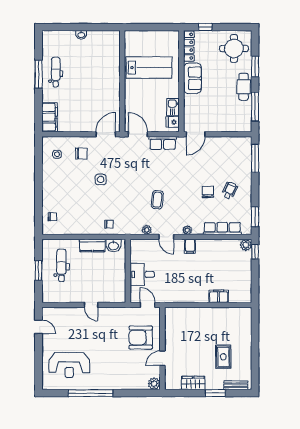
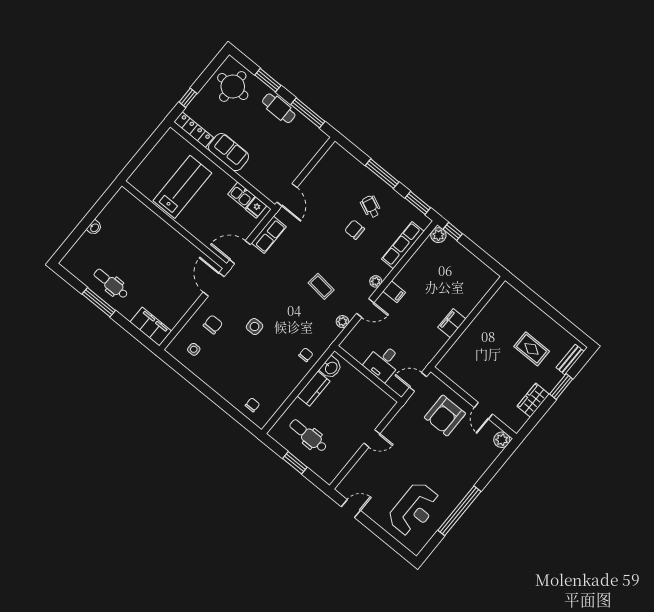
window: (255, 158) -> (382, 174), moved
filing cabinet: (219, 296) -> (452, 323), moved

